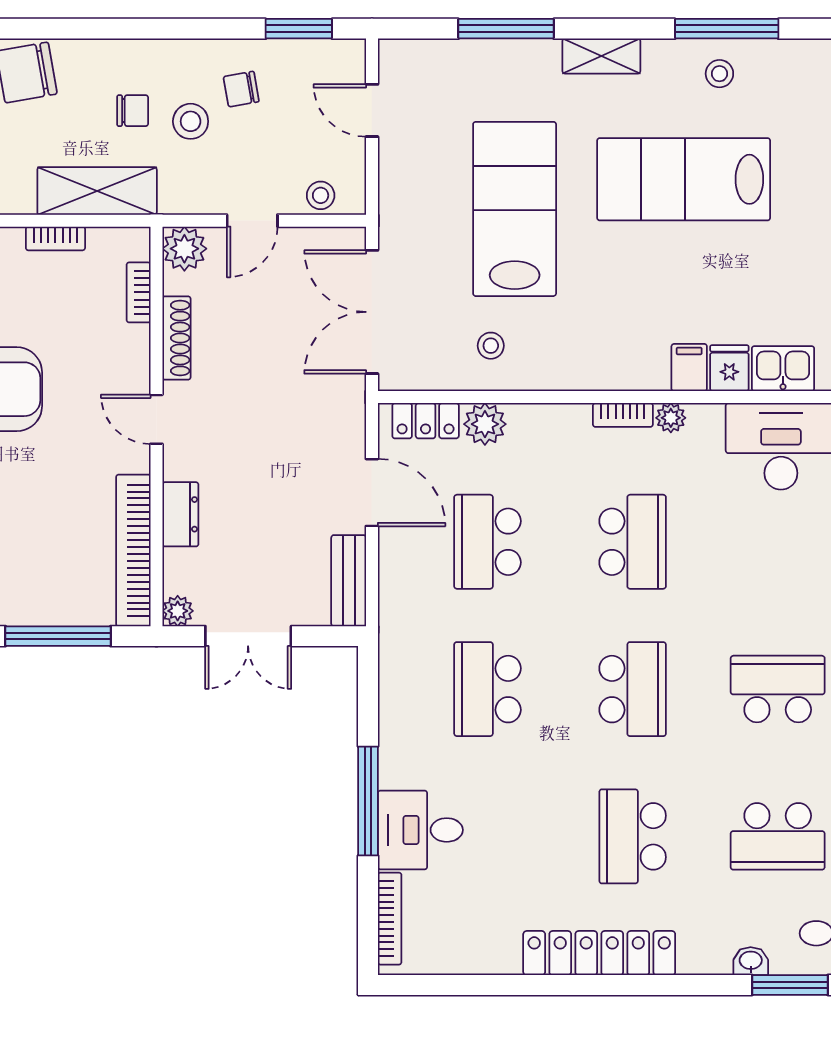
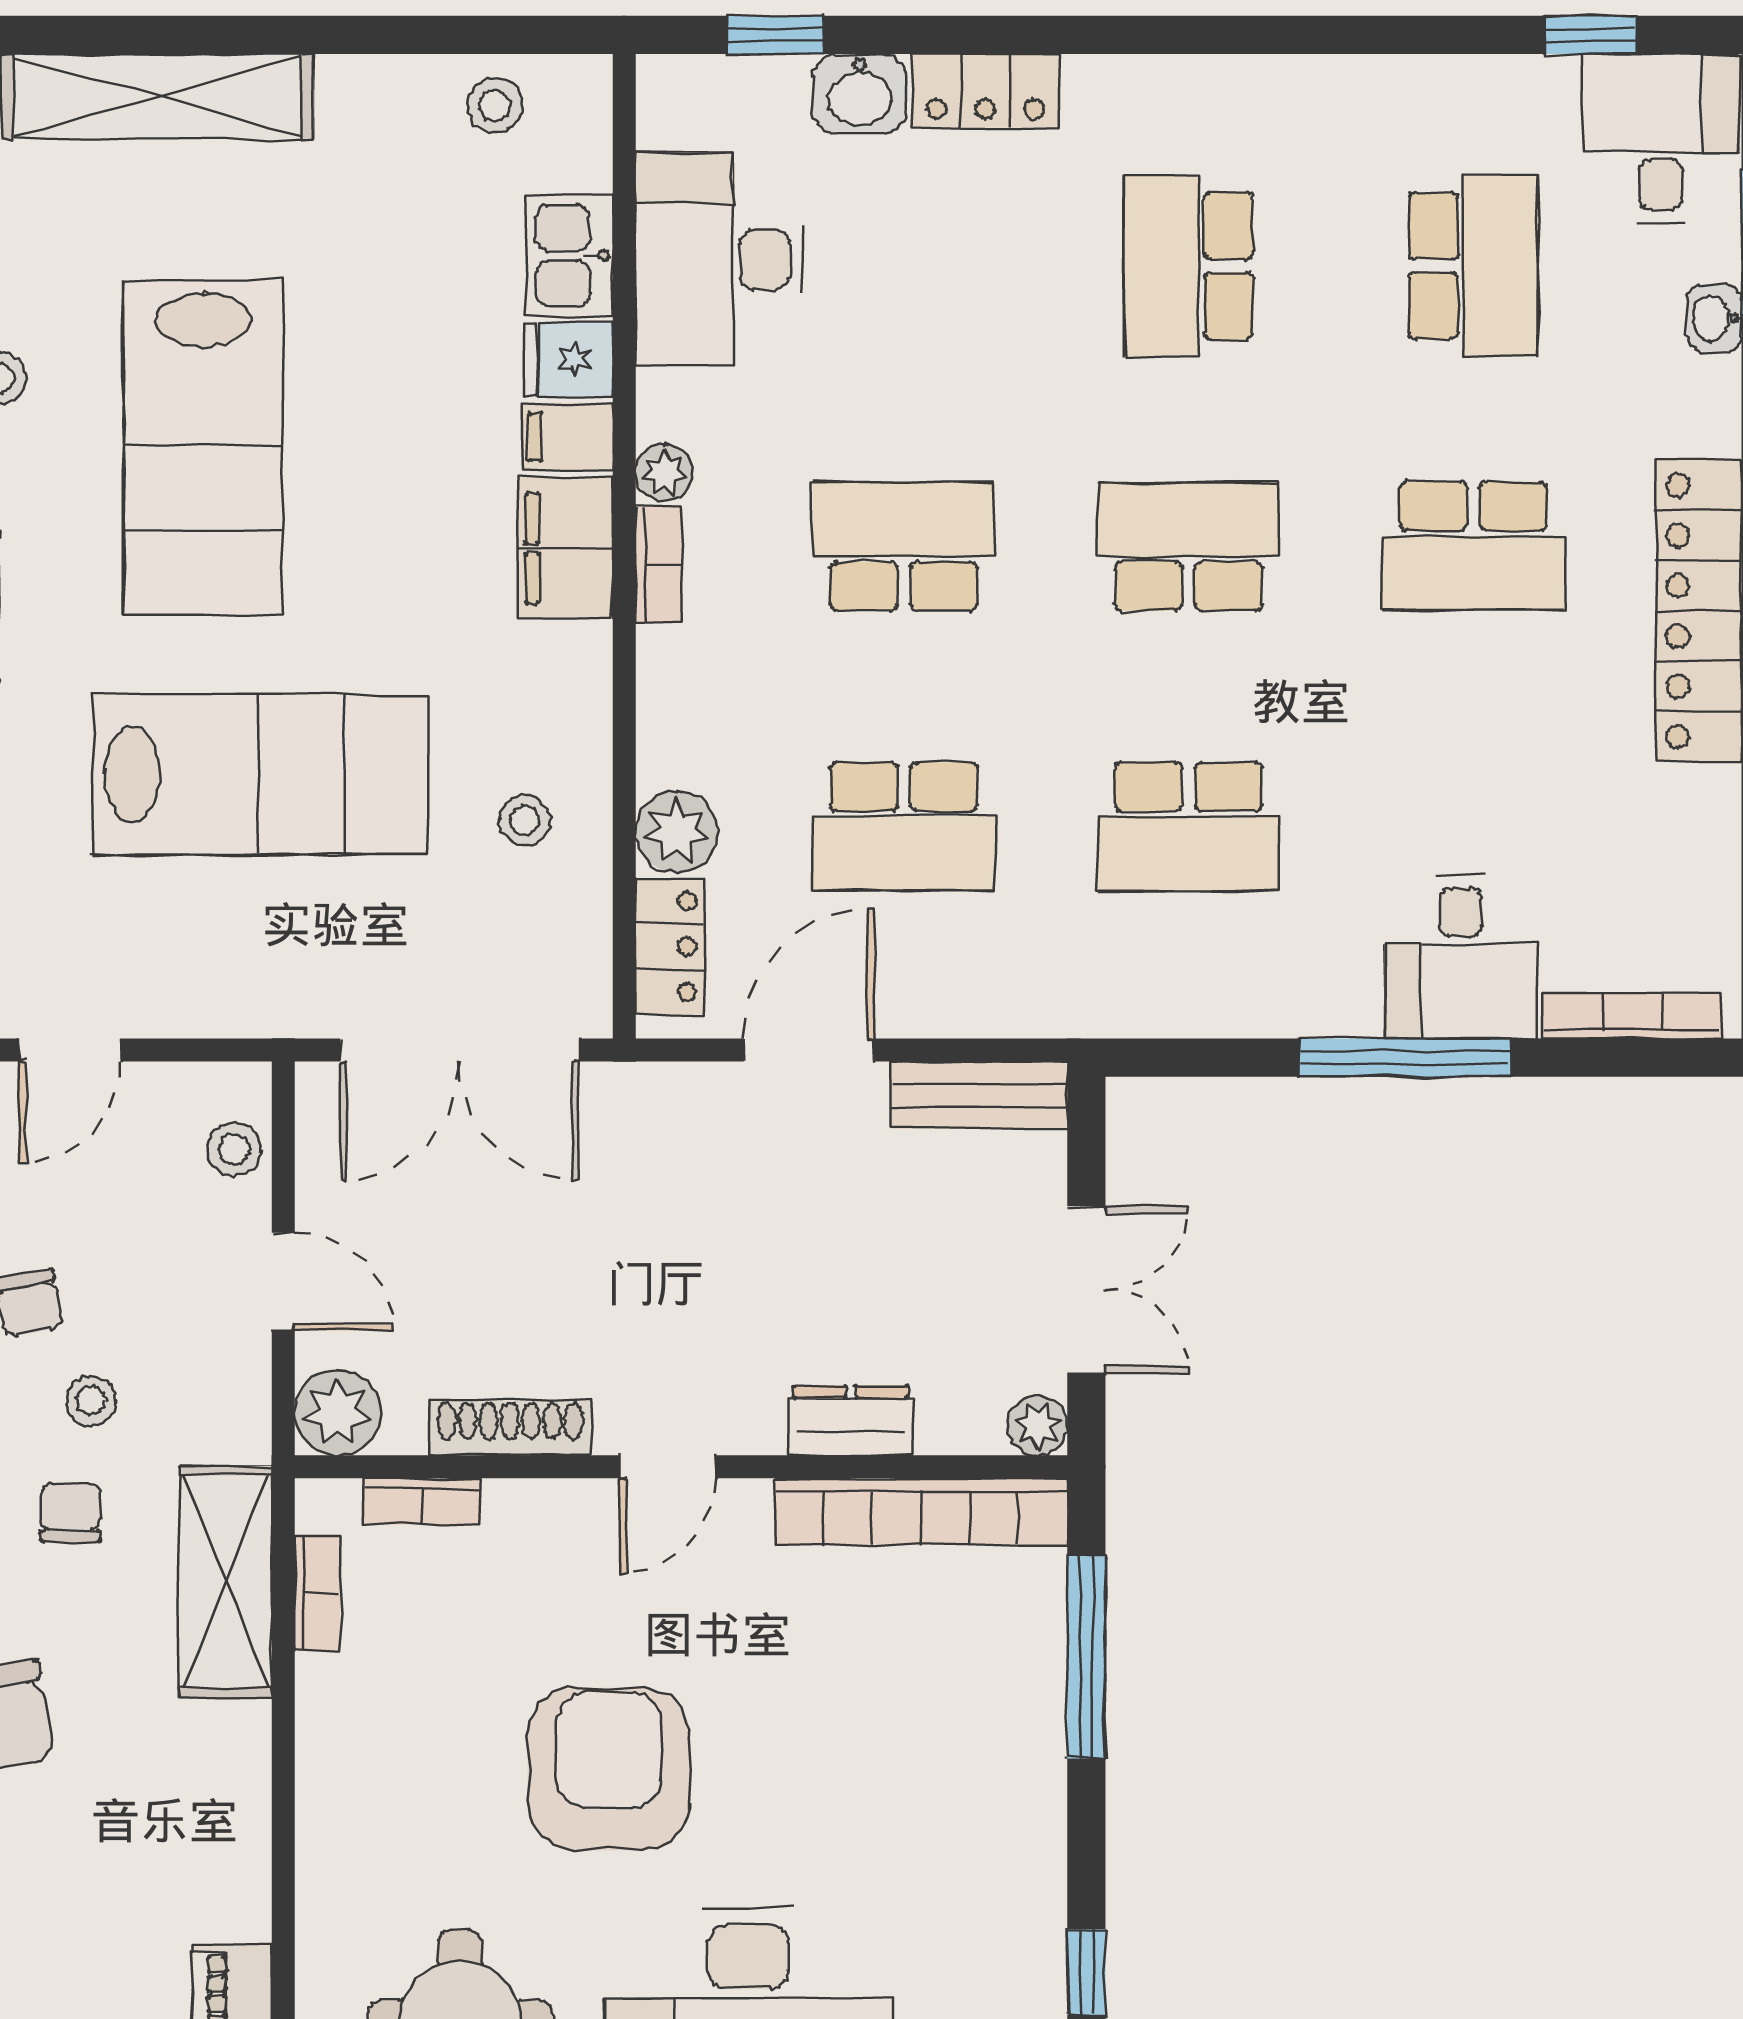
stool: (191, 121) -> (91, 1401), width x0.73, depth x0.73
lab bench: (515, 209) -> (260, 774), turned 180
bookcase: (55, 238) -> (318, 1594), moved
filing cabinet: (632, 367) -> (565, 548), added

